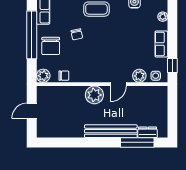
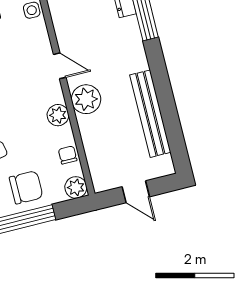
plant: (139, 76) -> (58, 115), moved
bench: (111, 131) -> (150, 114), moved

